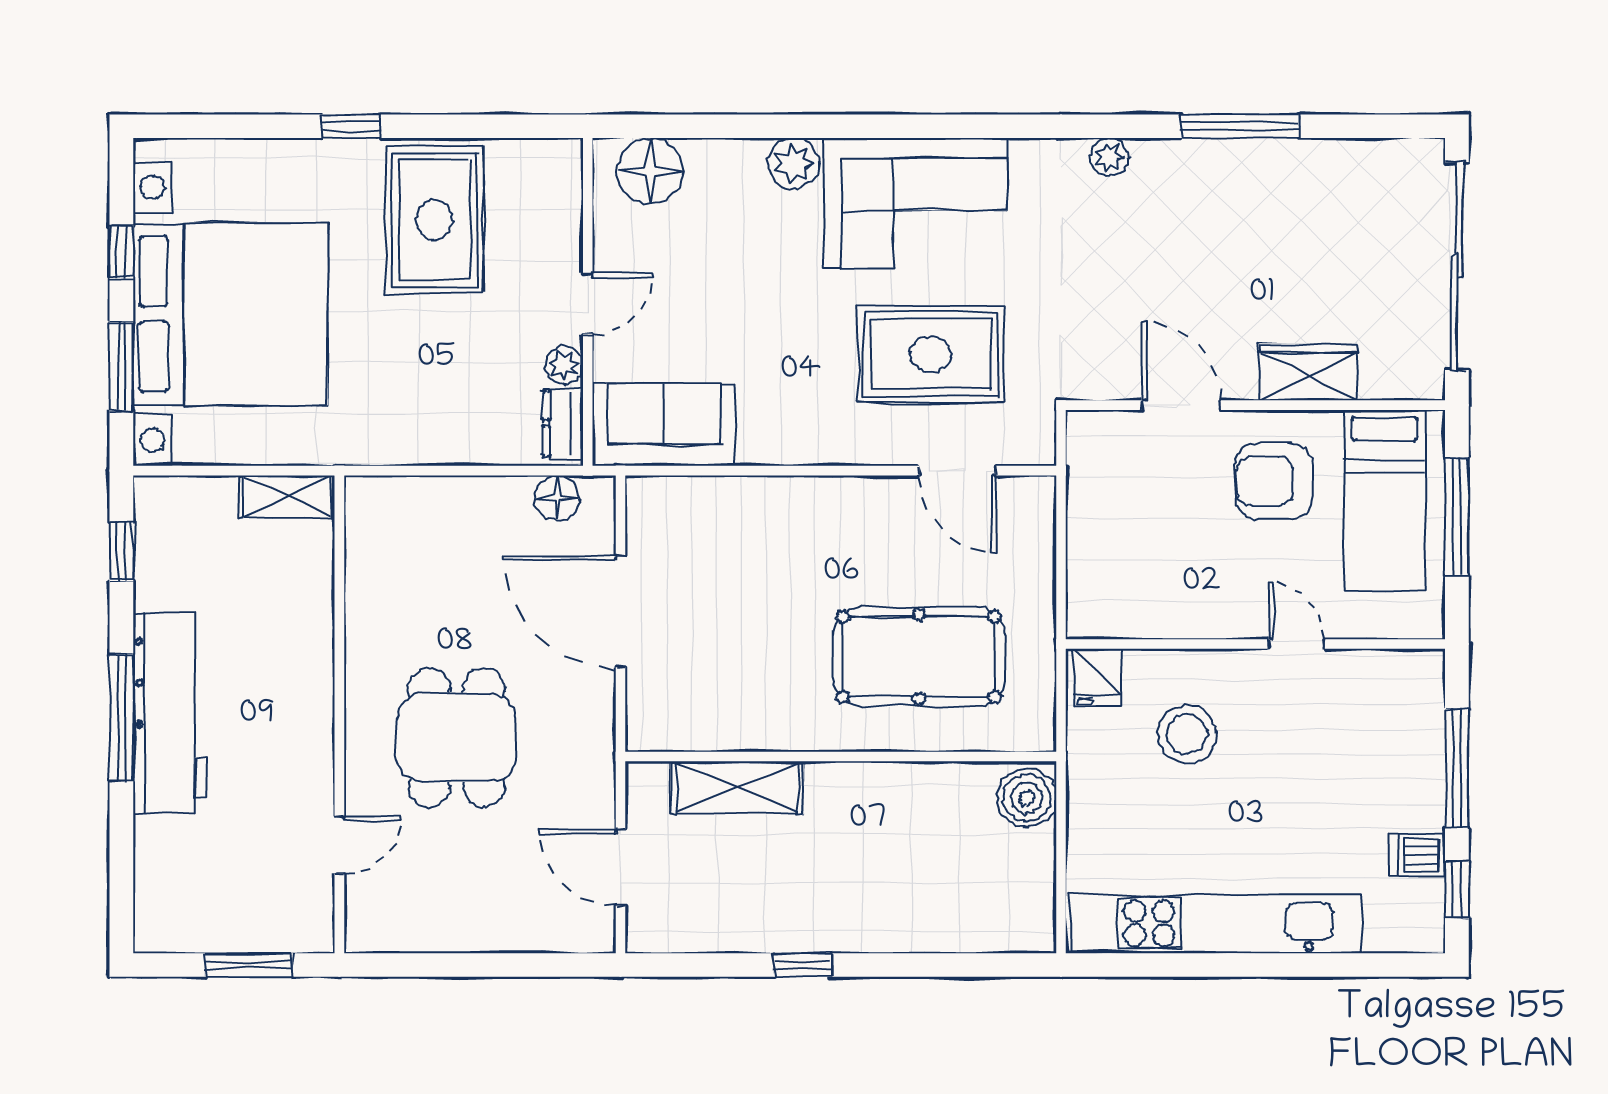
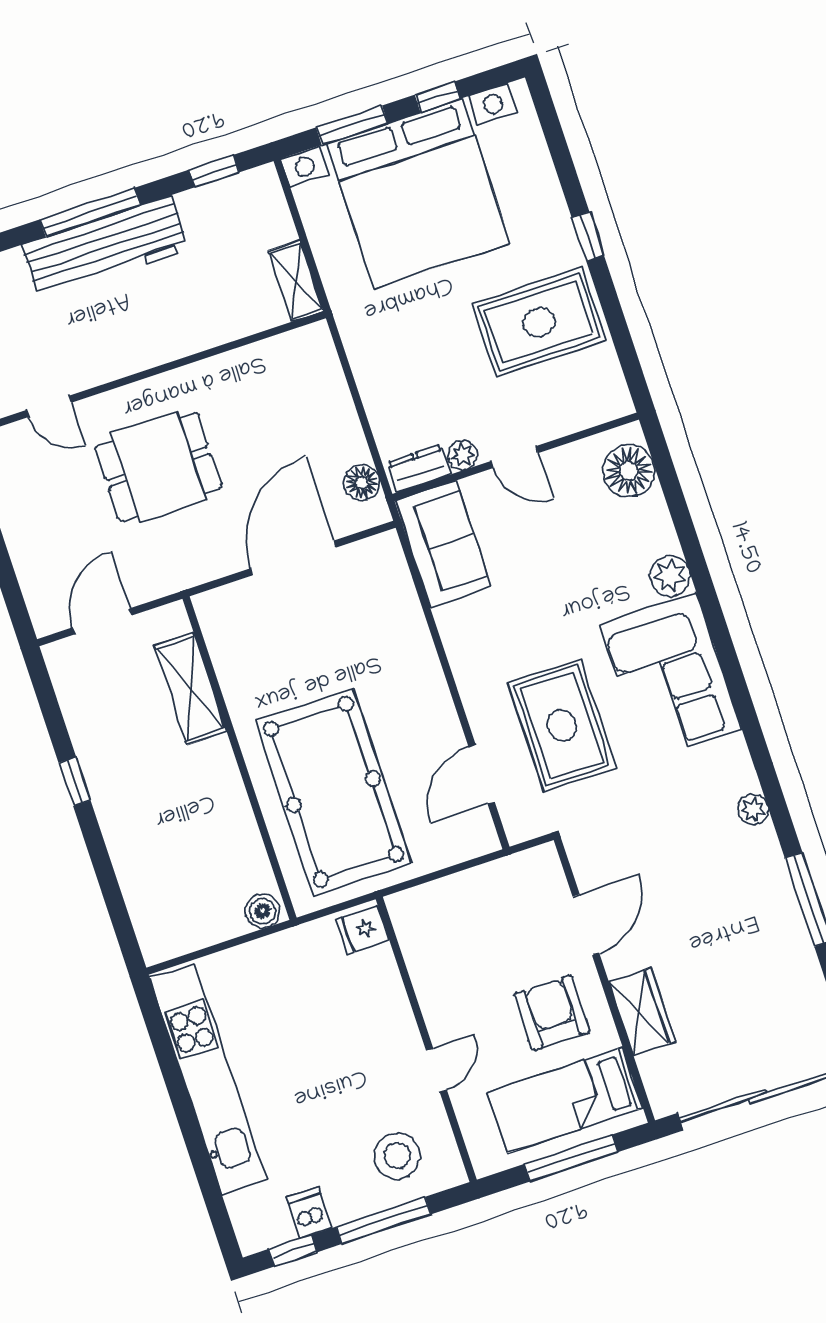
pool table: (919, 657) -> (333, 792), width x1.36, depth x1.32
stool: (1187, 734) -> (397, 1156), moved
boiler: (1027, 798) -> (263, 911), width x0.73, depth x0.73

